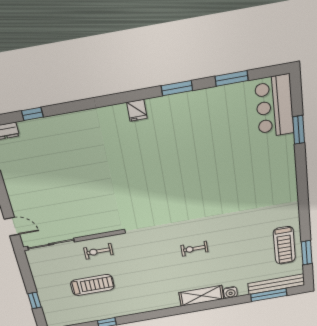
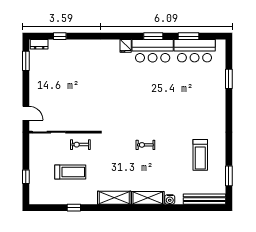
bar counter: (275, 107) -> (195, 51), moved, turned -90
bar counter: (179, 110) -> (153, 51), added
treadmill: (284, 245) -> (200, 155), moved
exercise bike: (194, 249) -> (145, 145), moved
window: (269, 295) -> (198, 208), removed
shelving: (157, 303) -> (114, 198), added

